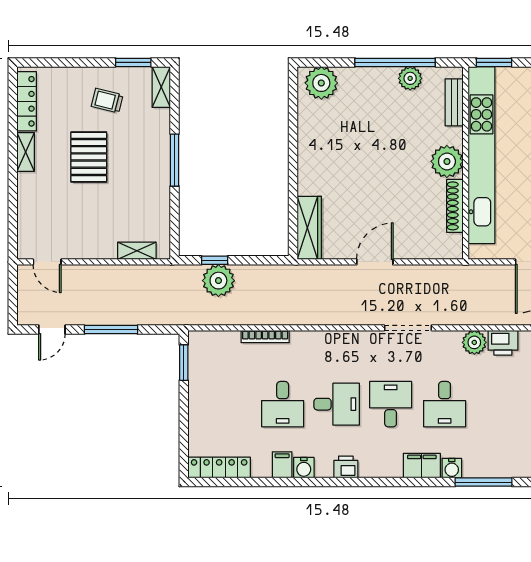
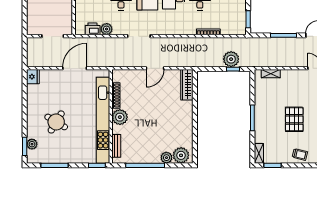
plant: (410, 78) -> (166, 158), moved
trolley: (107, 101) -> (300, 154), moved

